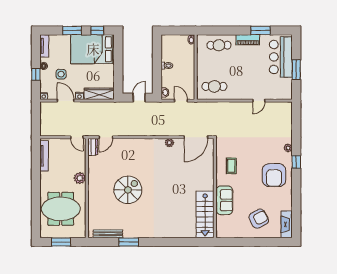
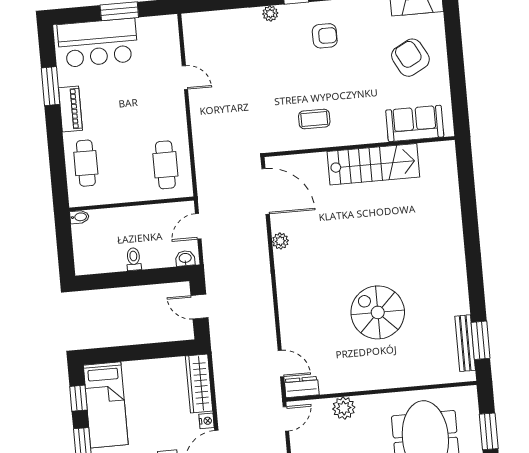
bed: (93, 49) -> (106, 405), width x0.67
armchair: (274, 175) -> (325, 36), width x0.53, depth x0.53
plant: (80, 178) -> (344, 408), moved
sofa: (224, 200) -> (415, 123), moved
stairs: (205, 215) -> (373, 164), moved
window: (129, 242) -> (481, 340), moved

